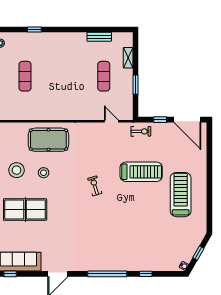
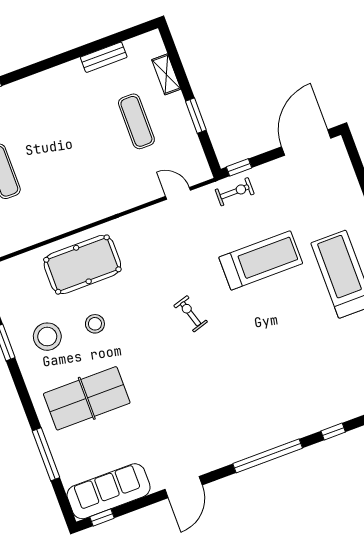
window: (160, 120) -> (239, 167), moved
door: (187, 120) -> (306, 142), swing flipped

